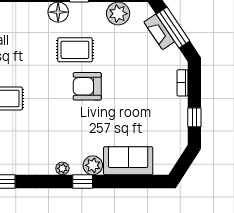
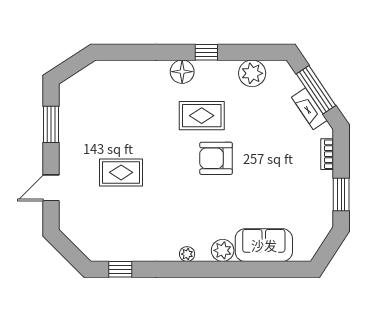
fireplace: (159, 32) -> (309, 109), moved
window: (194, 117) -> (341, 195), width x1.50
window: (83, 181) -> (211, 269), removed

